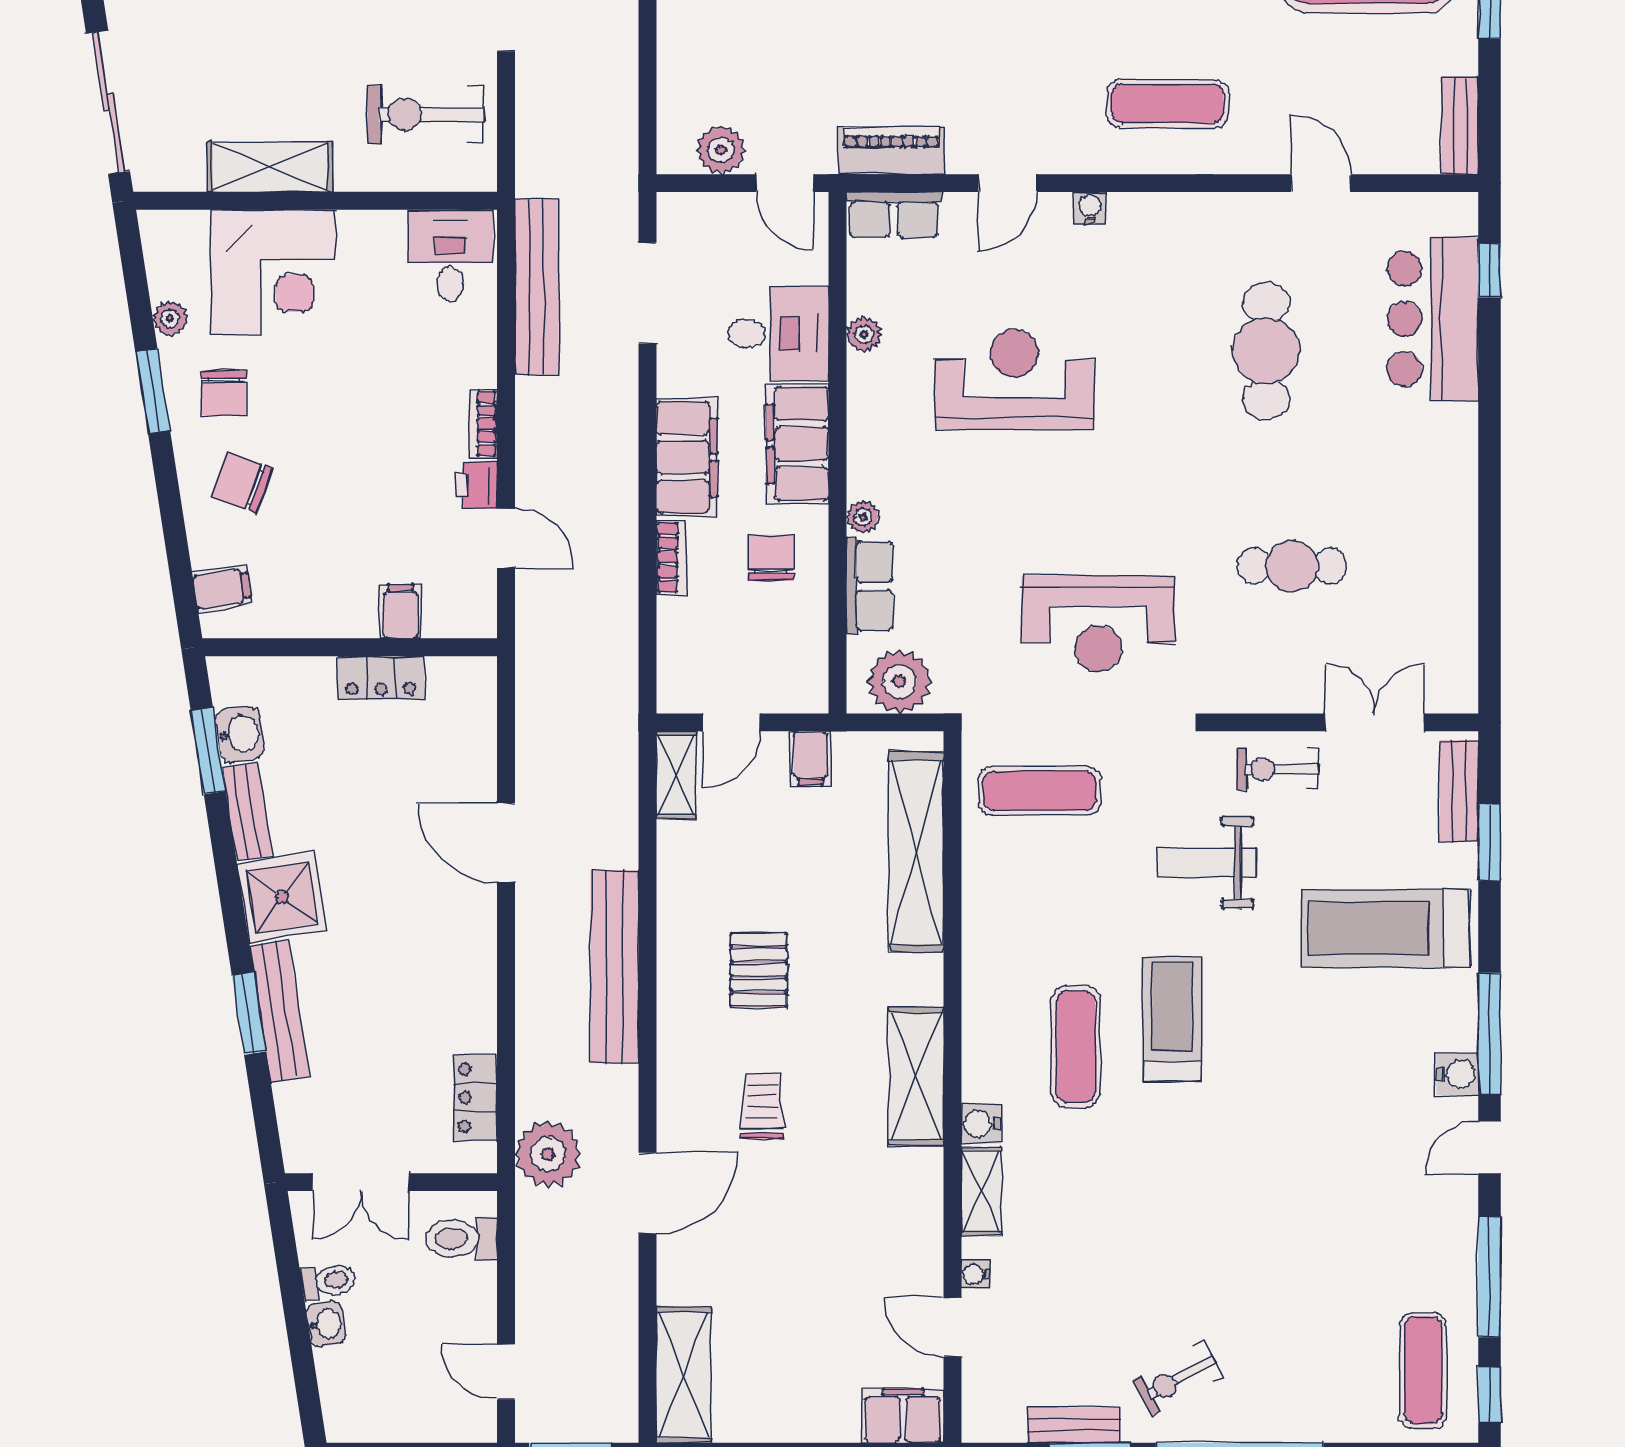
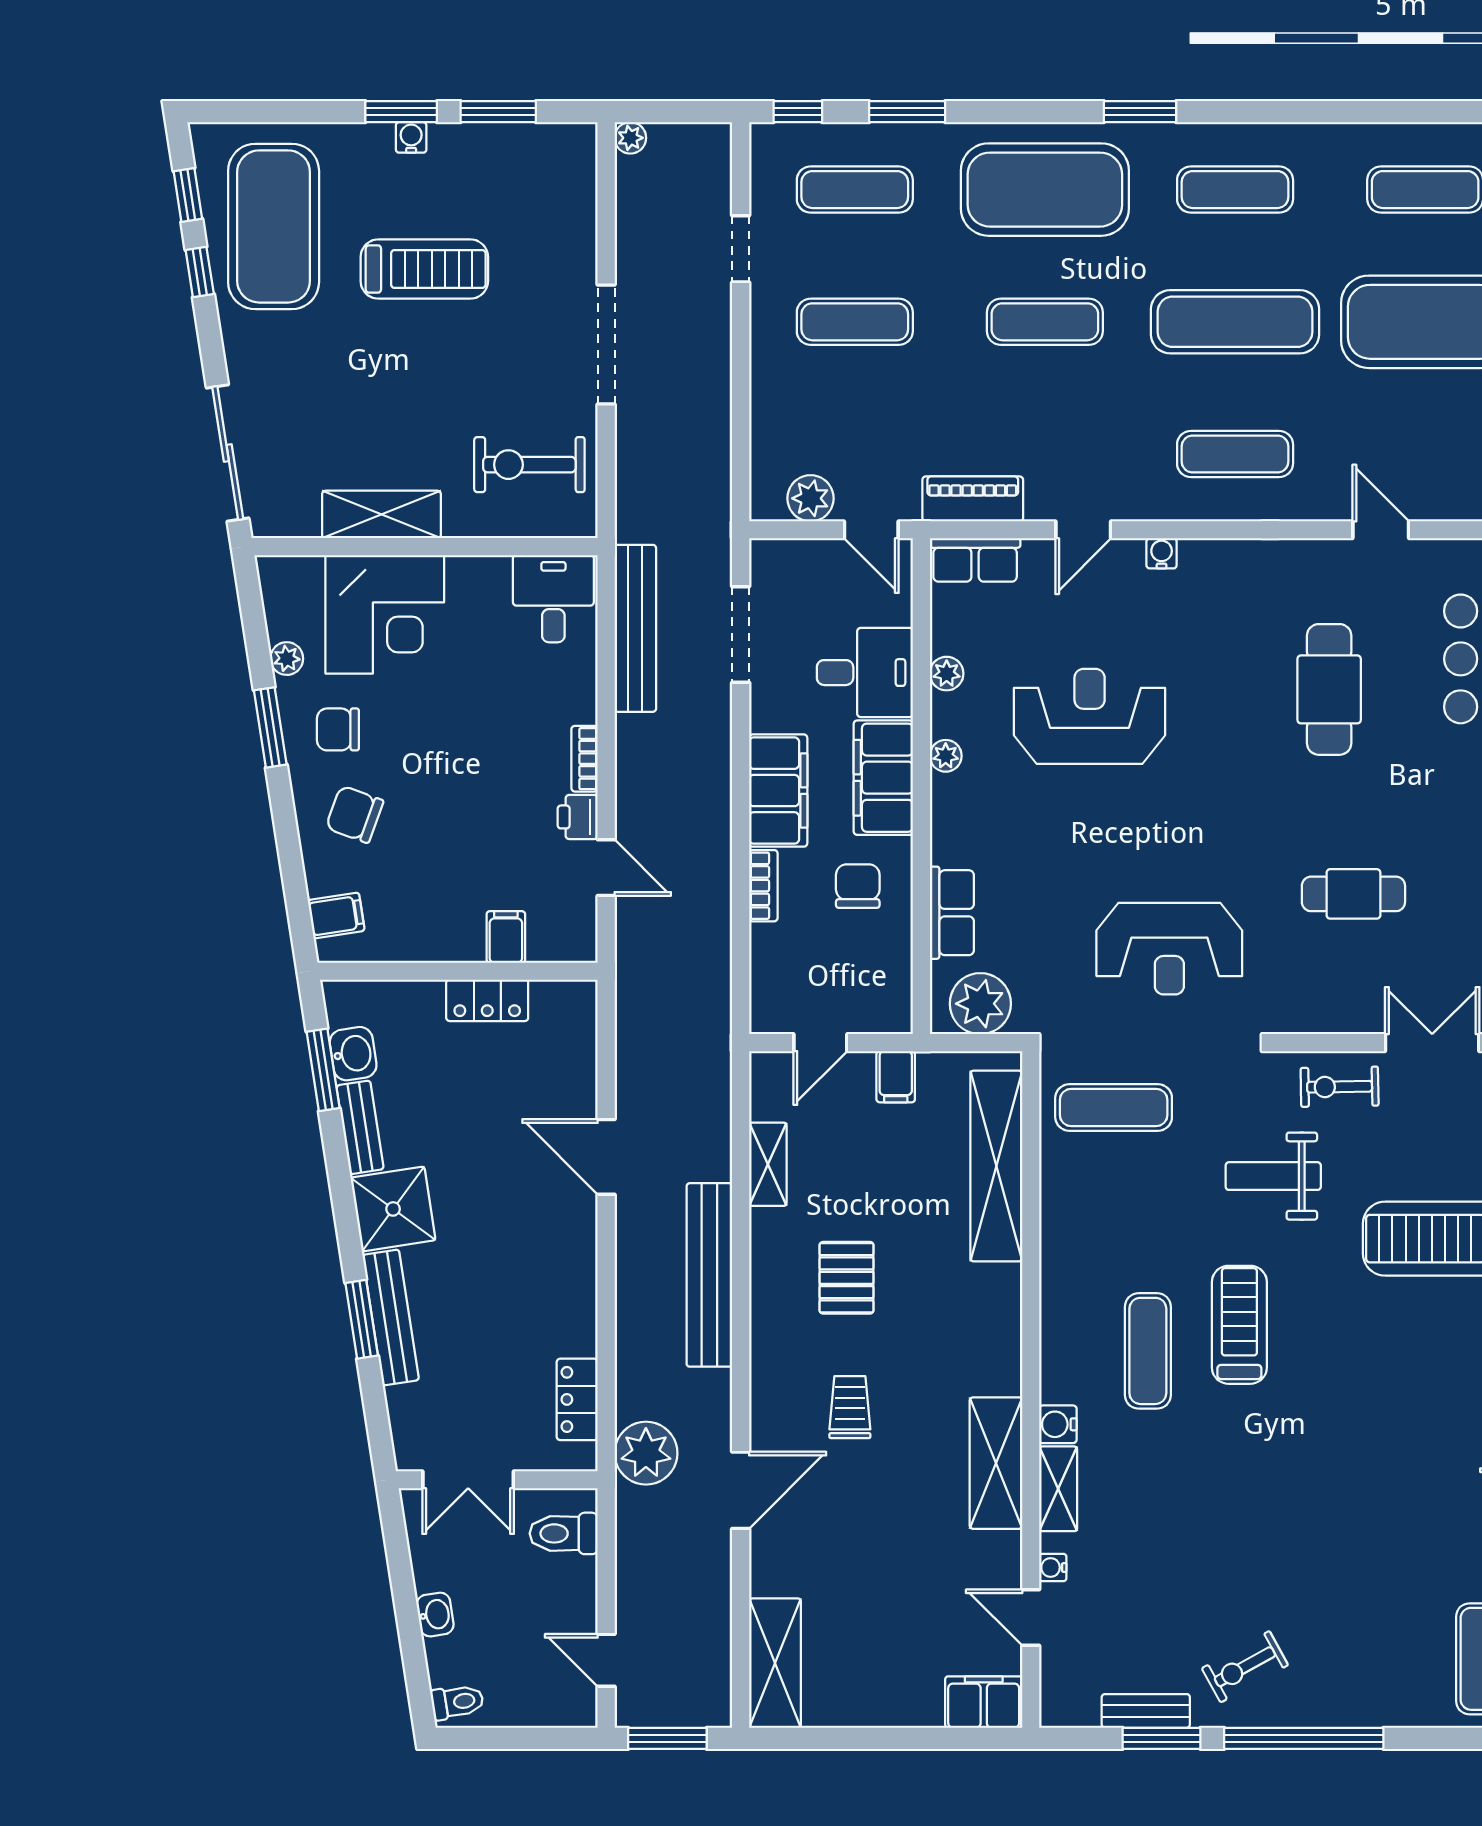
chair: (224, 393) -> (338, 729), turned 90
plant: (863, 517) -> (946, 756), moved
shelving: (676, 775) -> (768, 1164), moved
shelving: (916, 1077) -> (996, 1463), moved
toilet: (328, 1281) -> (457, 1702), moved

